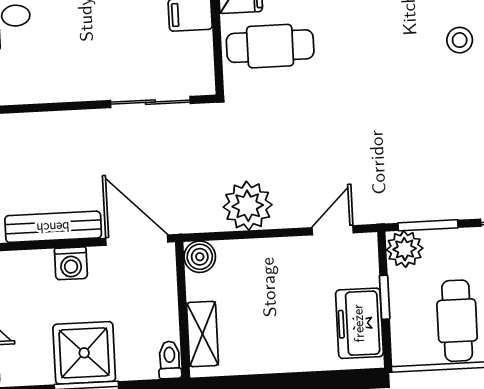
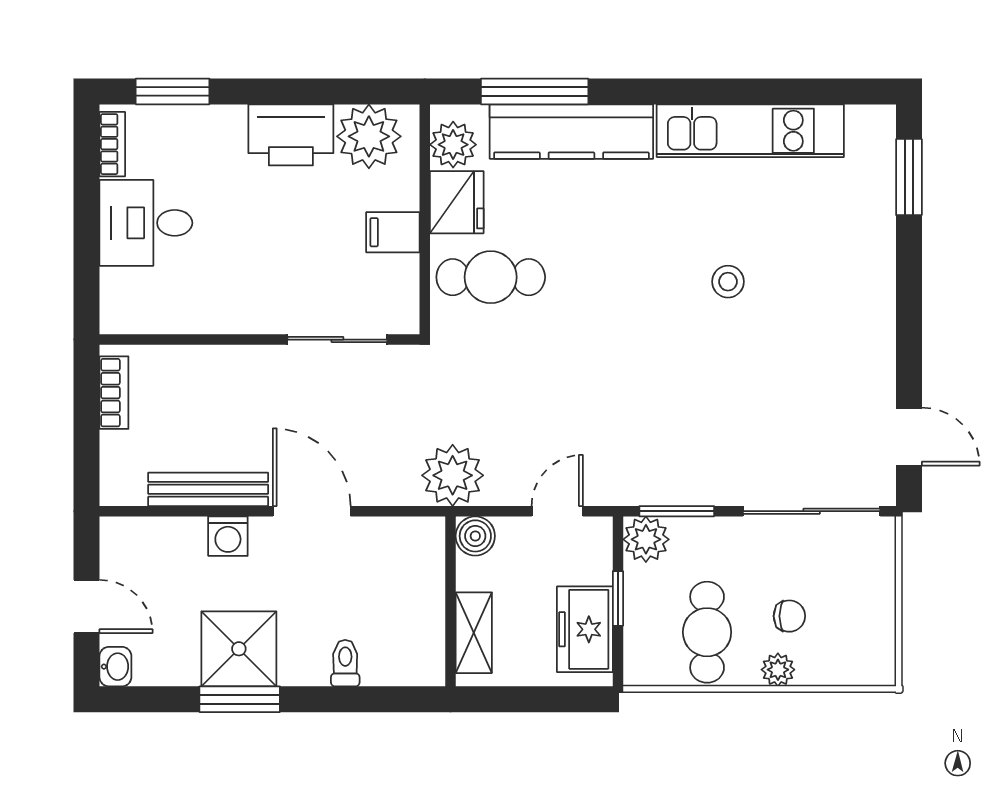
boiler: (200, 257) -> (475, 536), moved
wall: (183, 310) -> (451, 601), moved
shelving: (203, 334) -> (474, 633), moved

